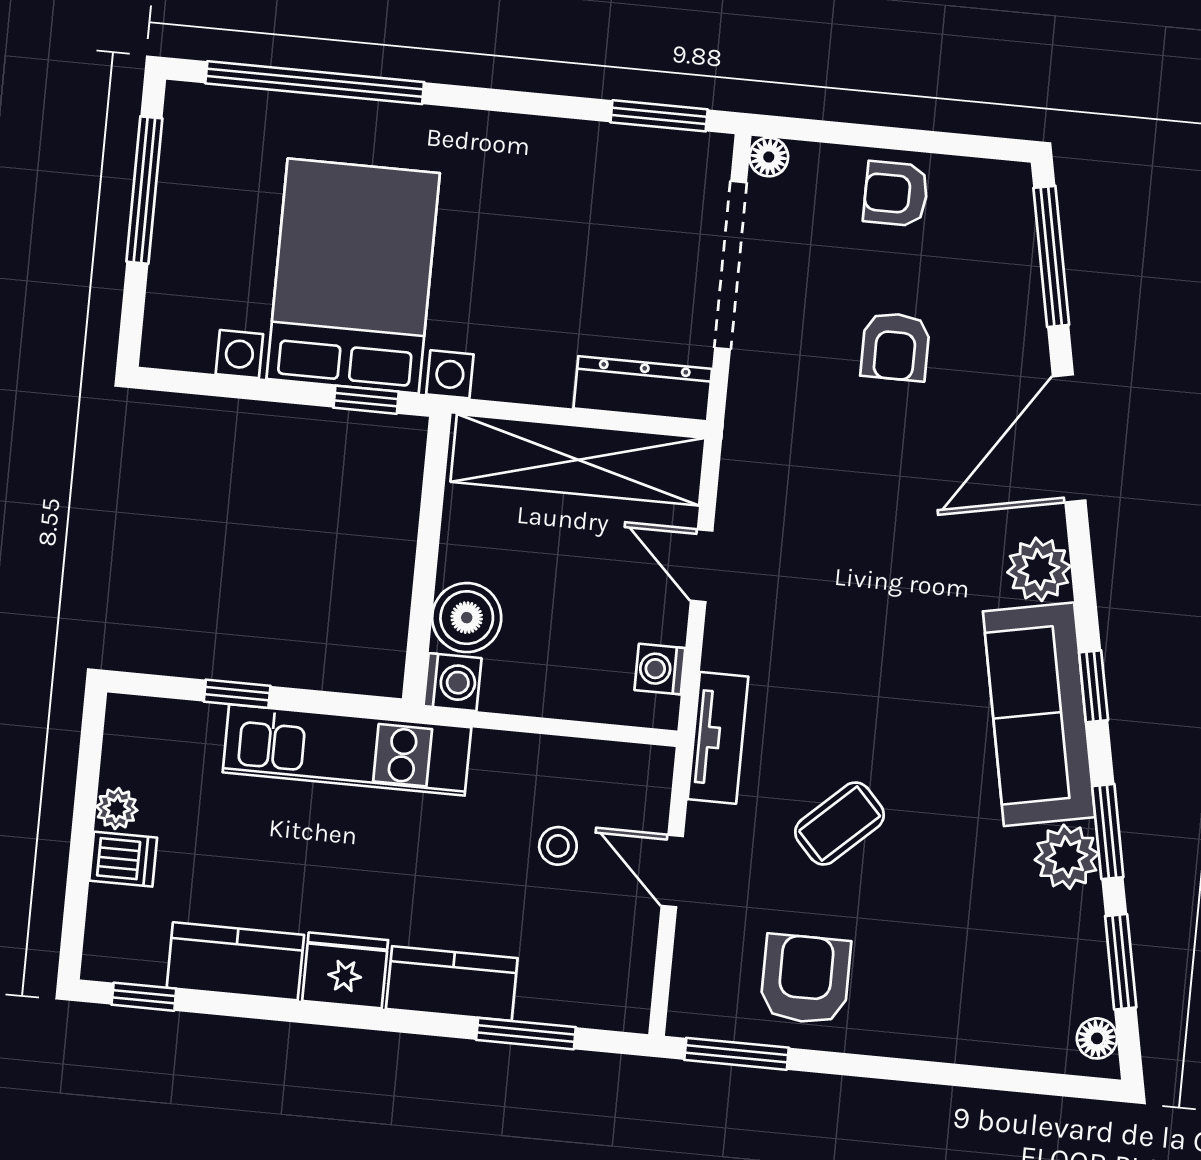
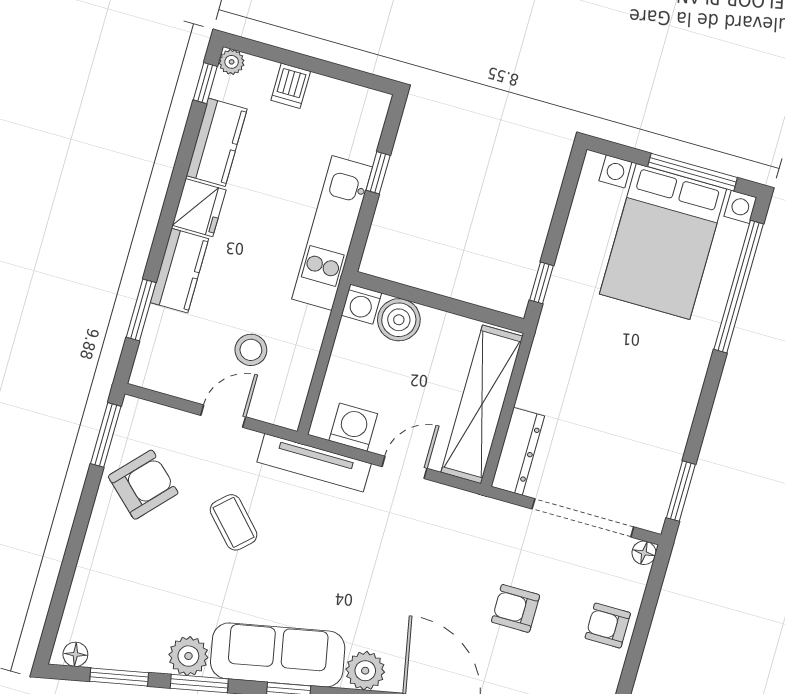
armchair: (896, 194) -> (608, 626), turned -90
bed with nightstands: (353, 276) -> (663, 241), moved, turned 90
washing machine: (660, 669) -> (353, 427), width x1.38, depth x1.38
tv unit: (718, 738) -> (314, 463), width x1.41
plant: (117, 808) -> (232, 62), moved
stool: (558, 846) -> (251, 350), width x1.37, depth x1.37
armchair: (805, 979) -> (143, 485), turned -47

